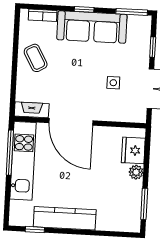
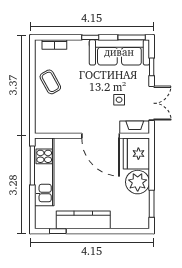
sofa: (92, 27) -> (119, 52), moved
fireplace: (32, 110) -> (135, 127), moved
door: (71, 122) -> (101, 136), moved
fridge: (133, 150) -> (136, 154), width x1.36, depth x1.34
plant: (136, 172) -> (138, 182), width x1.87, depth x1.87

